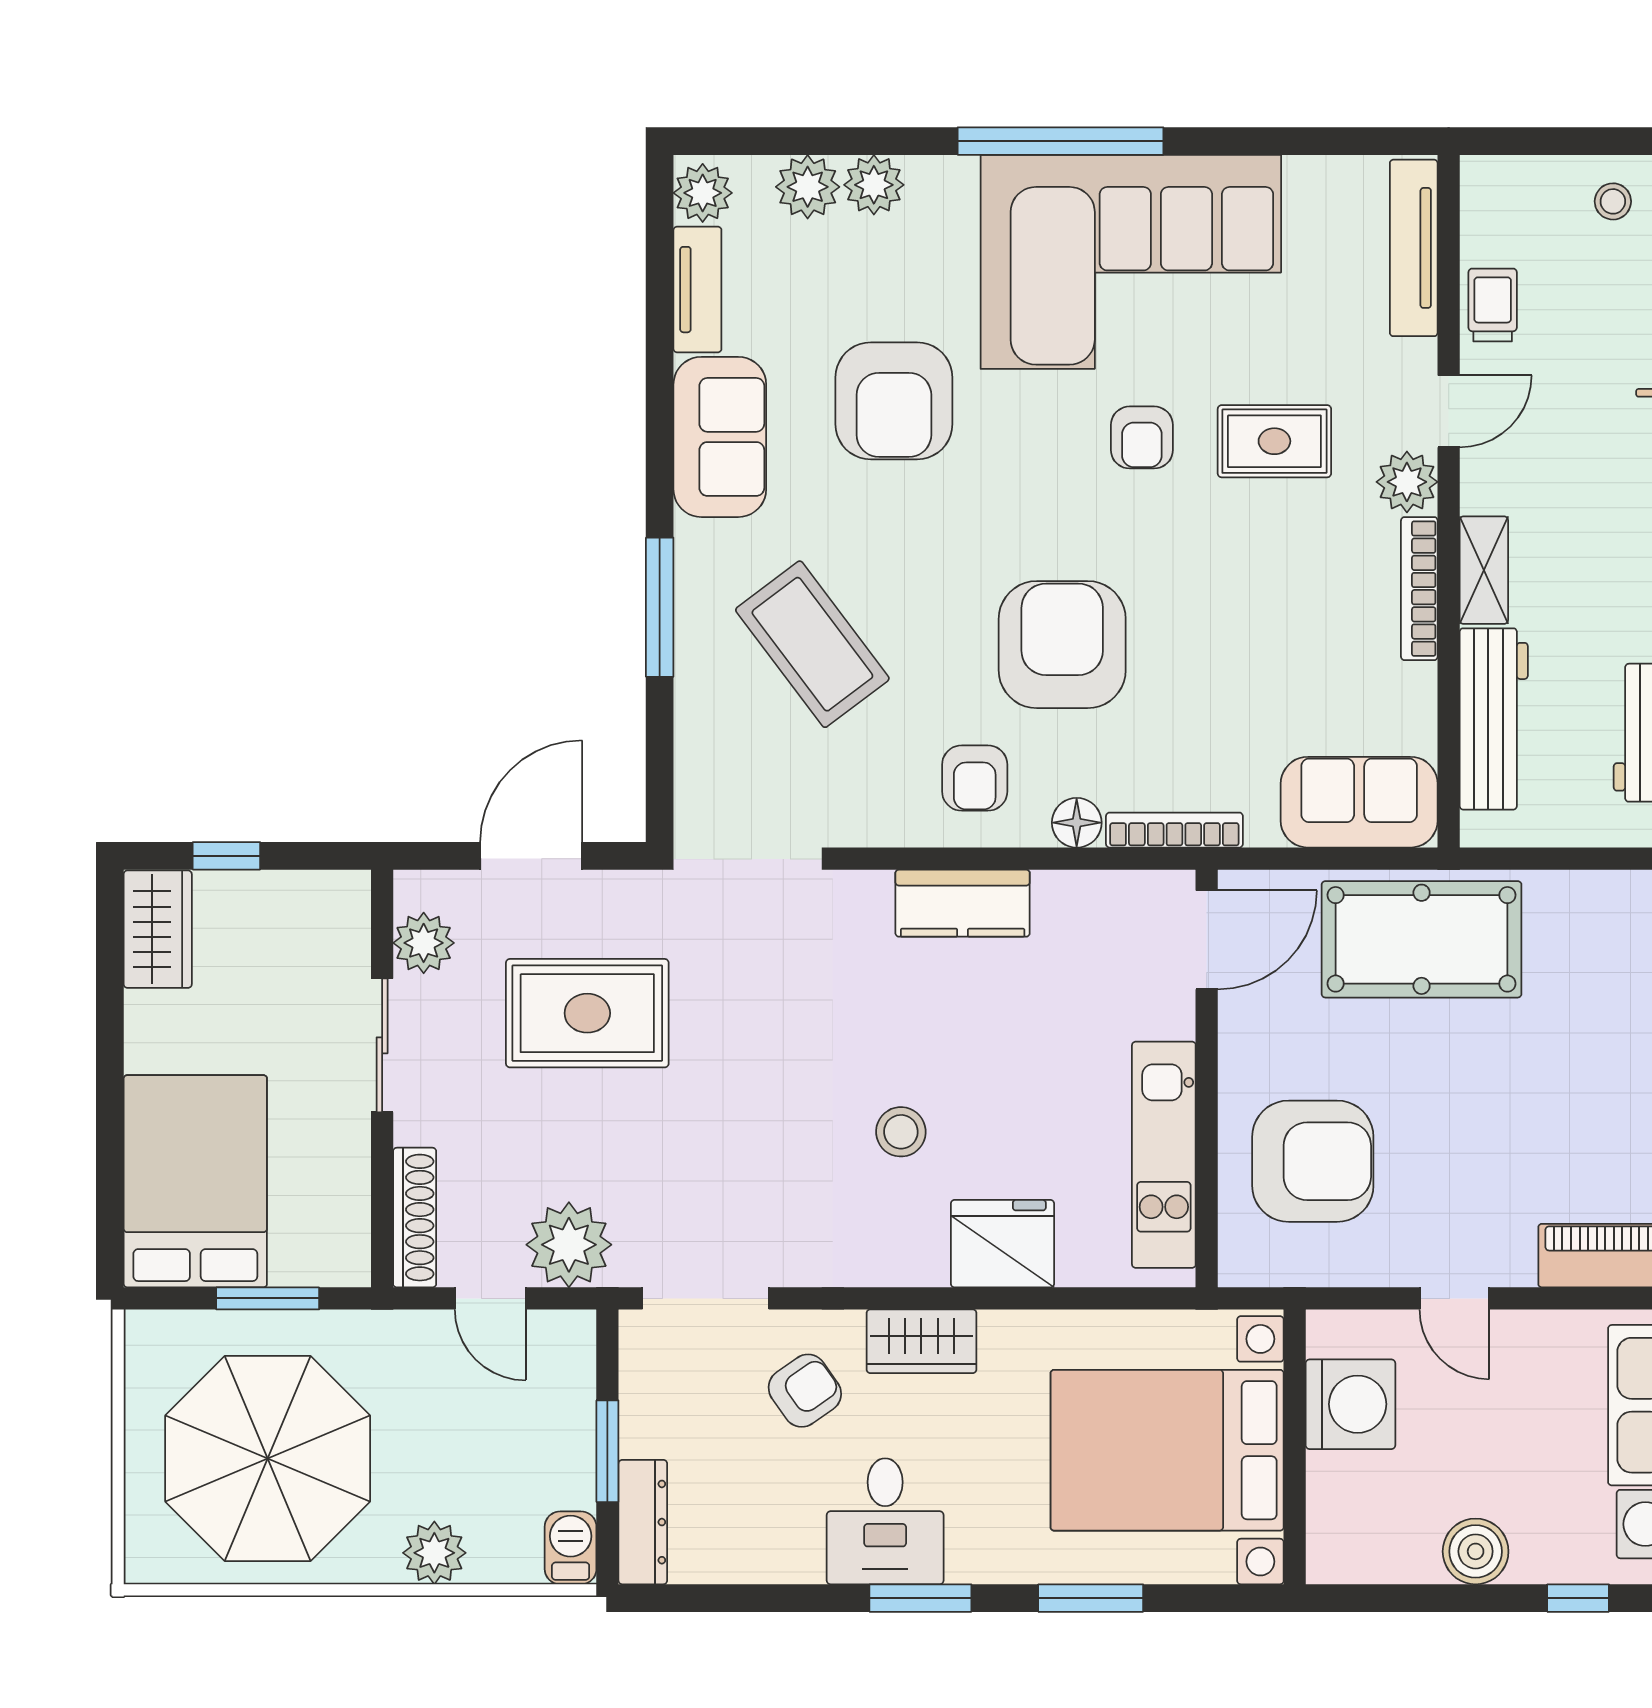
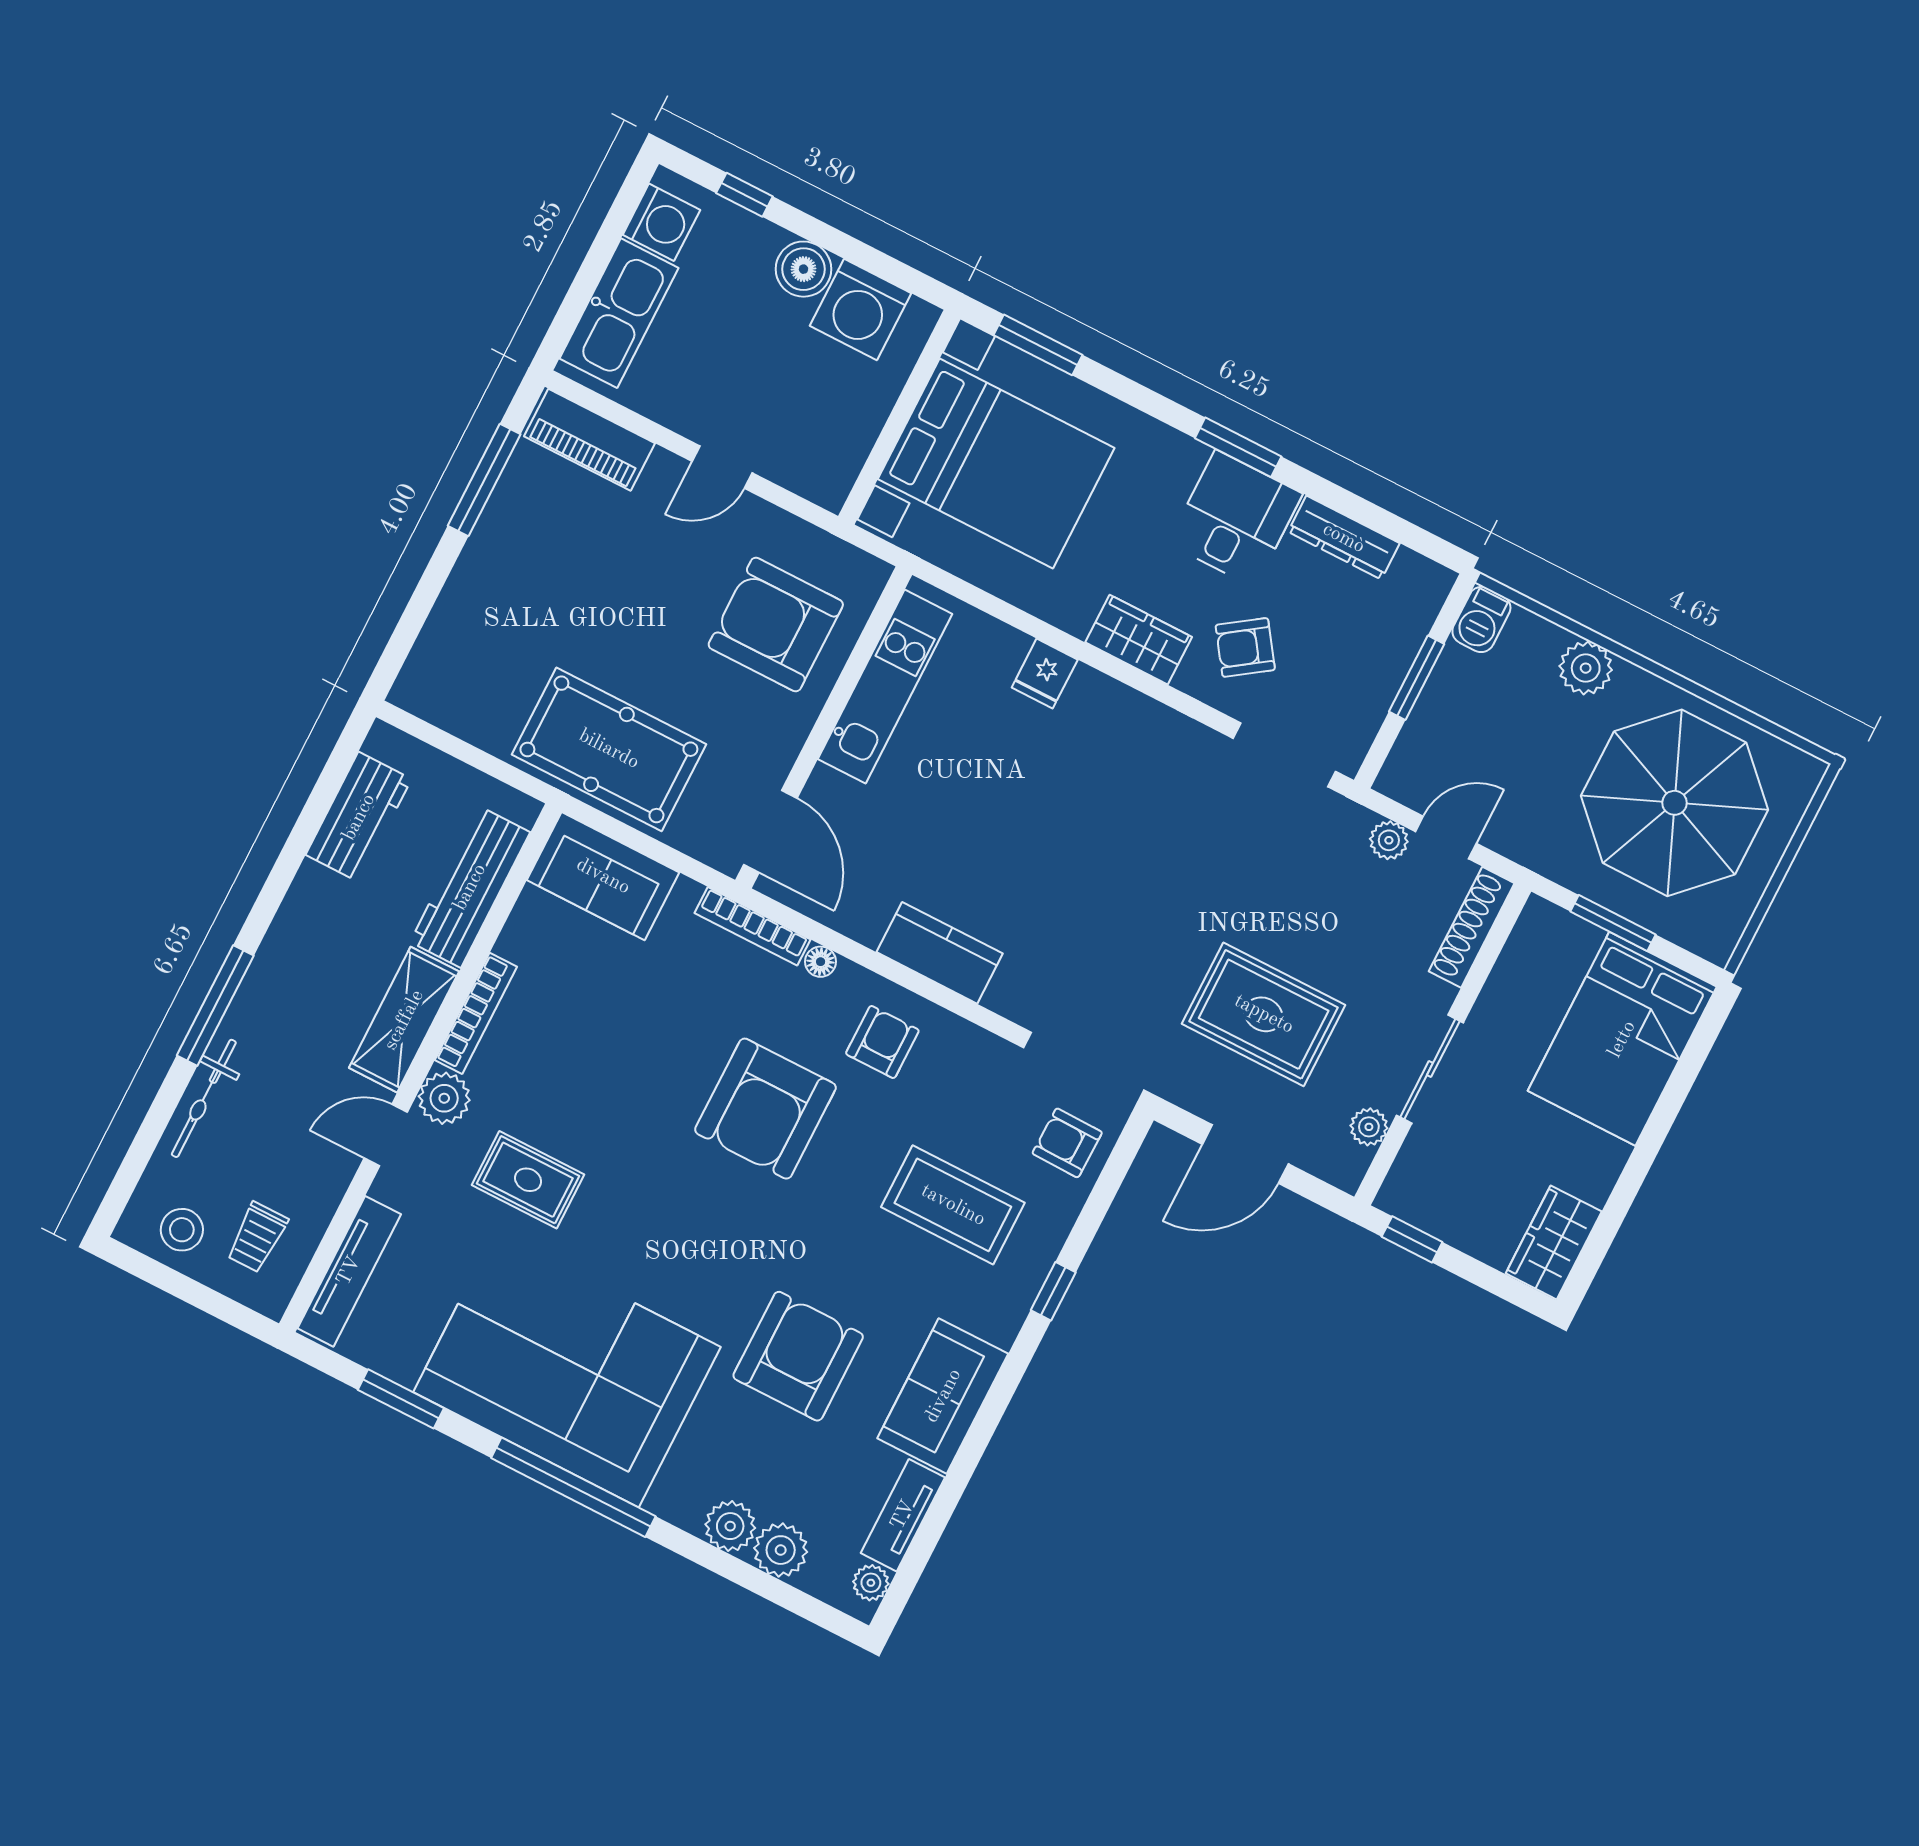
window: (1290, 141) -> (401, 1399), added
plant: (703, 193) -> (871, 1583), width x0.73, depth x0.73
stool: (1613, 201) -> (182, 1230), width x1.37, depth x1.37
trolley: (1493, 305) -> (257, 1237), moved
armchair: (1142, 437) -> (1067, 1143), moved, turned -89
shelving: (1484, 570) -> (404, 1020), width x1.50, depth x1.33
window: (660, 607) -> (1053, 1291), width x0.46
coffee table: (812, 644) -> (953, 1205), turned -53
floor lamp: (1077, 823) -> (821, 962), width x0.73, depth x0.73
window: (226, 856) -> (1412, 1239), moved
door: (1207, 940) -> (770, 831), swing flipped
plant: (424, 943) -> (1369, 1127), width x0.73, depth x0.73
stool: (901, 1132) -> (1074, 805), removed
fridge: (1002, 1244) -> (1045, 674), width x0.53, depth x0.75
plant: (569, 1245) -> (1389, 840), width x0.53, depth x0.53
door: (490, 1298) -> (1446, 837), hinge flipped
door: (1455, 1298) -> (722, 467), swing flipped
washing machine: (1350, 1404) -> (861, 310), moved, turned -90
dresser: (643, 1522) -> (1344, 538), moved, turned -90
window: (1091, 1598) -> (1038, 345), moved

